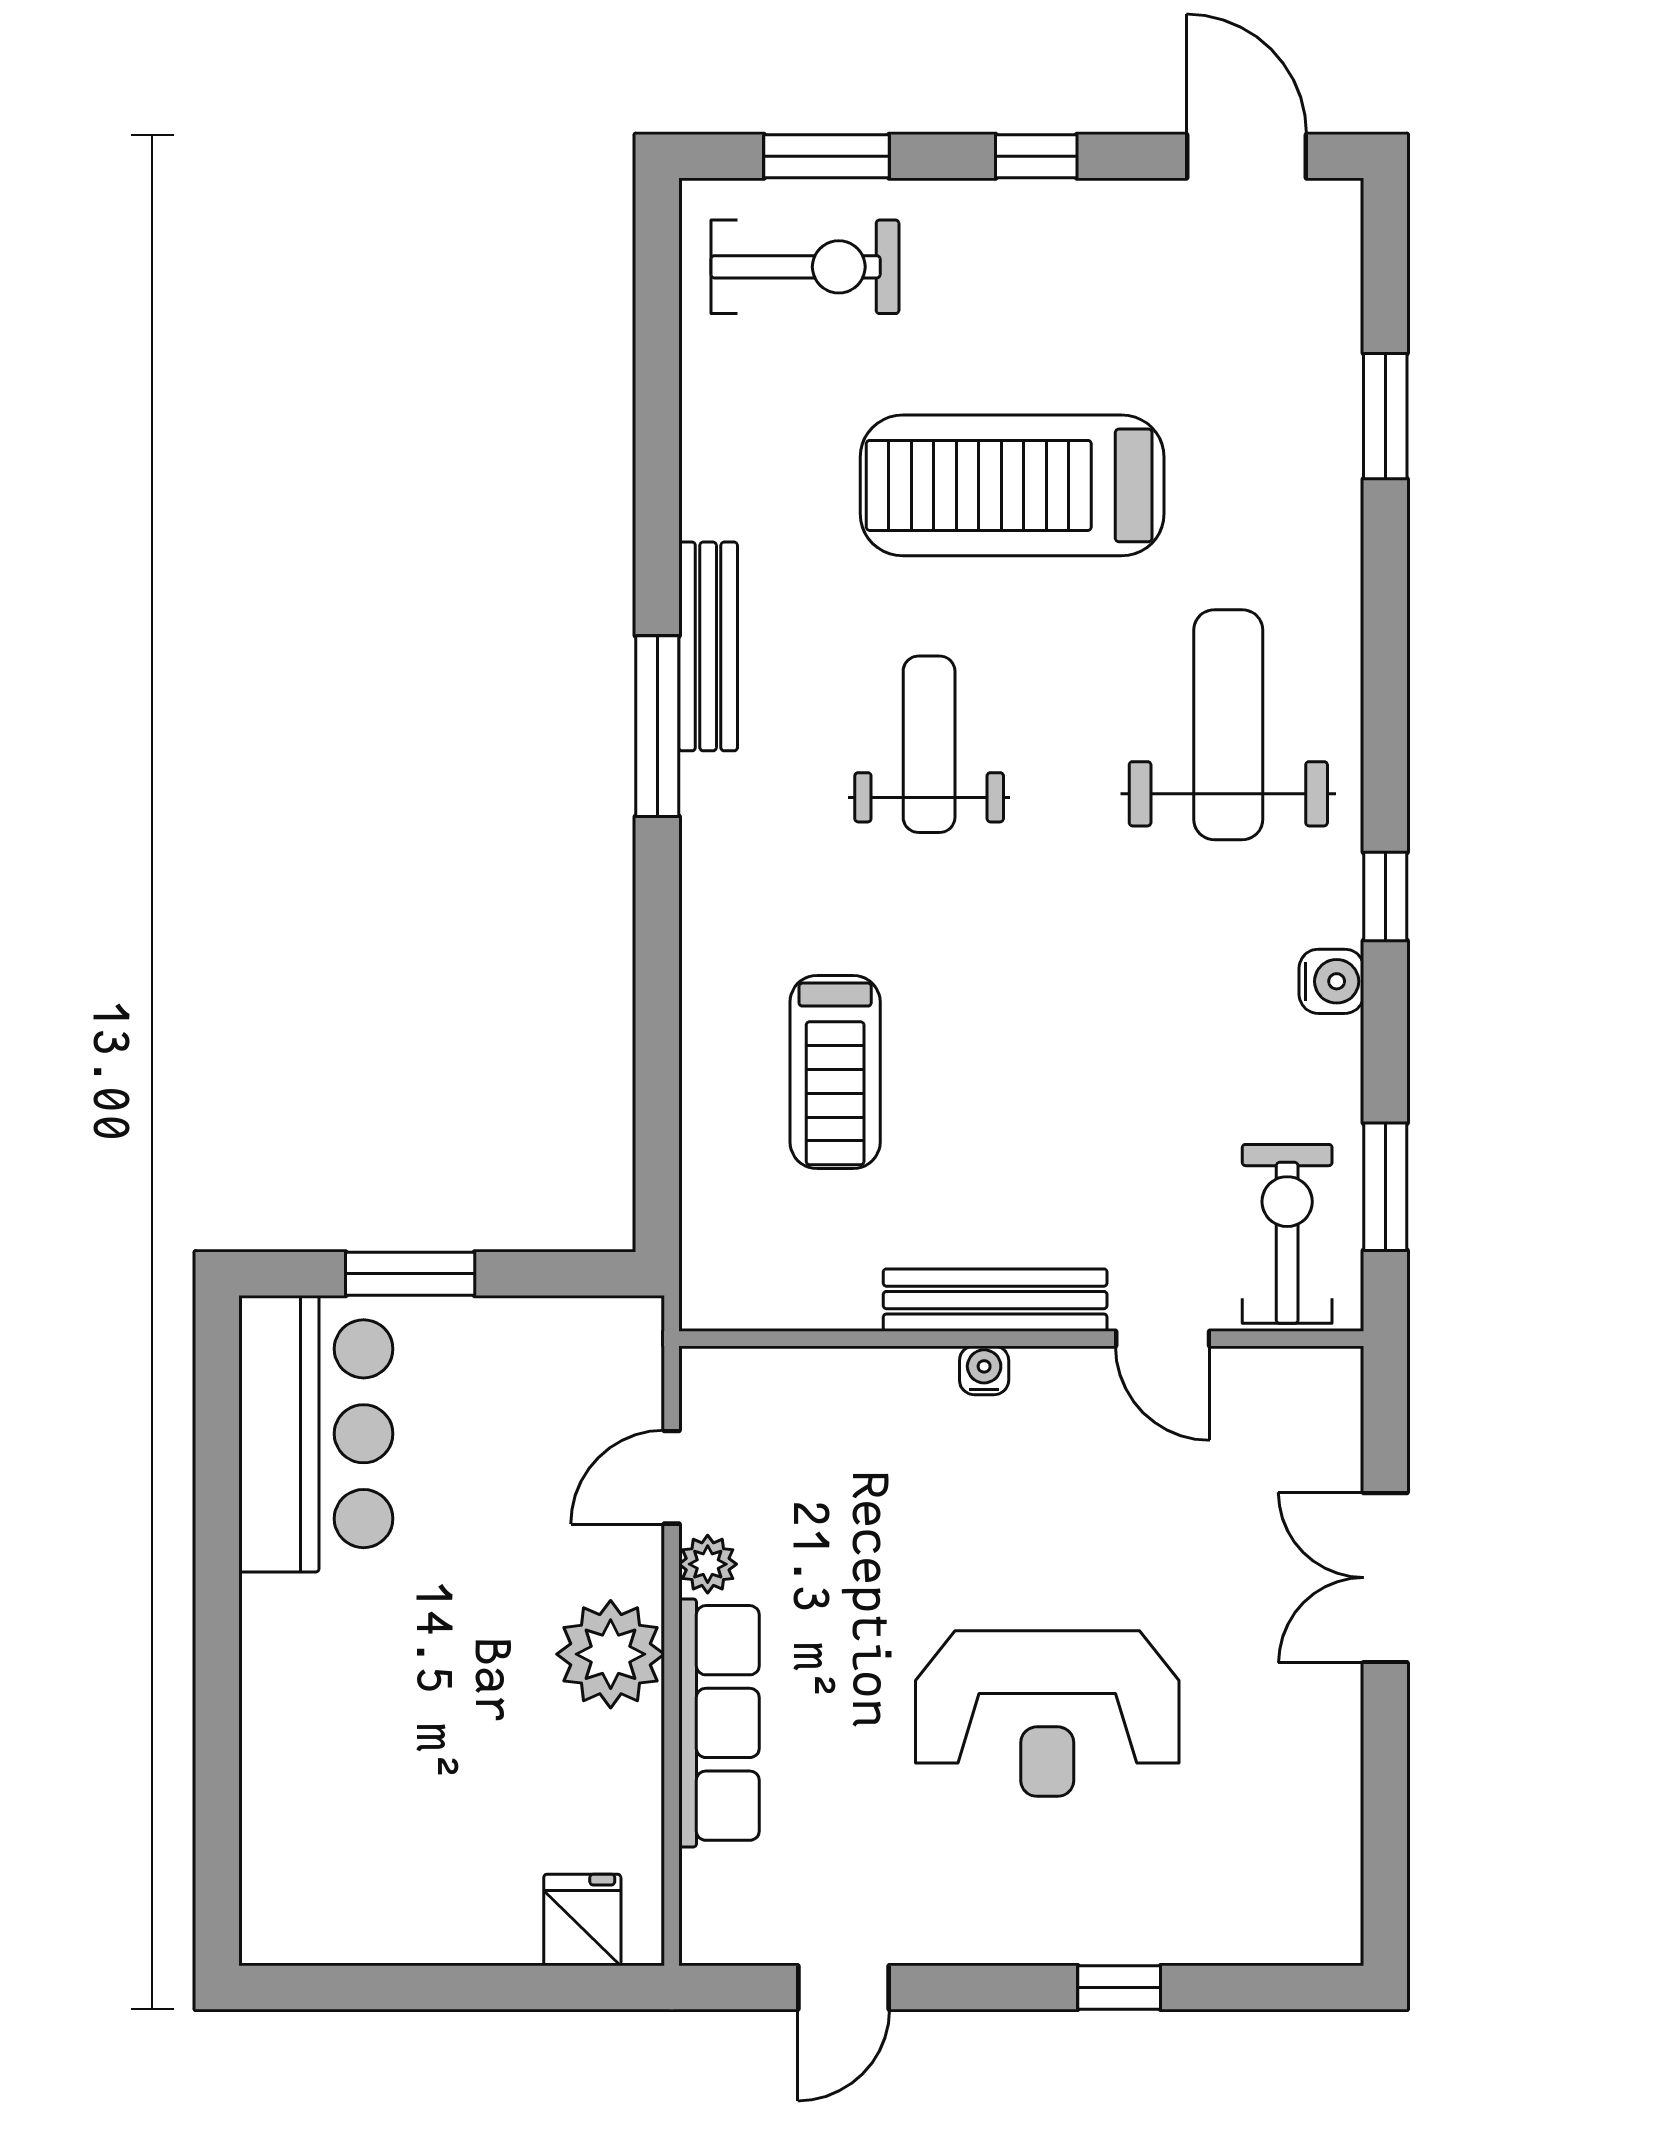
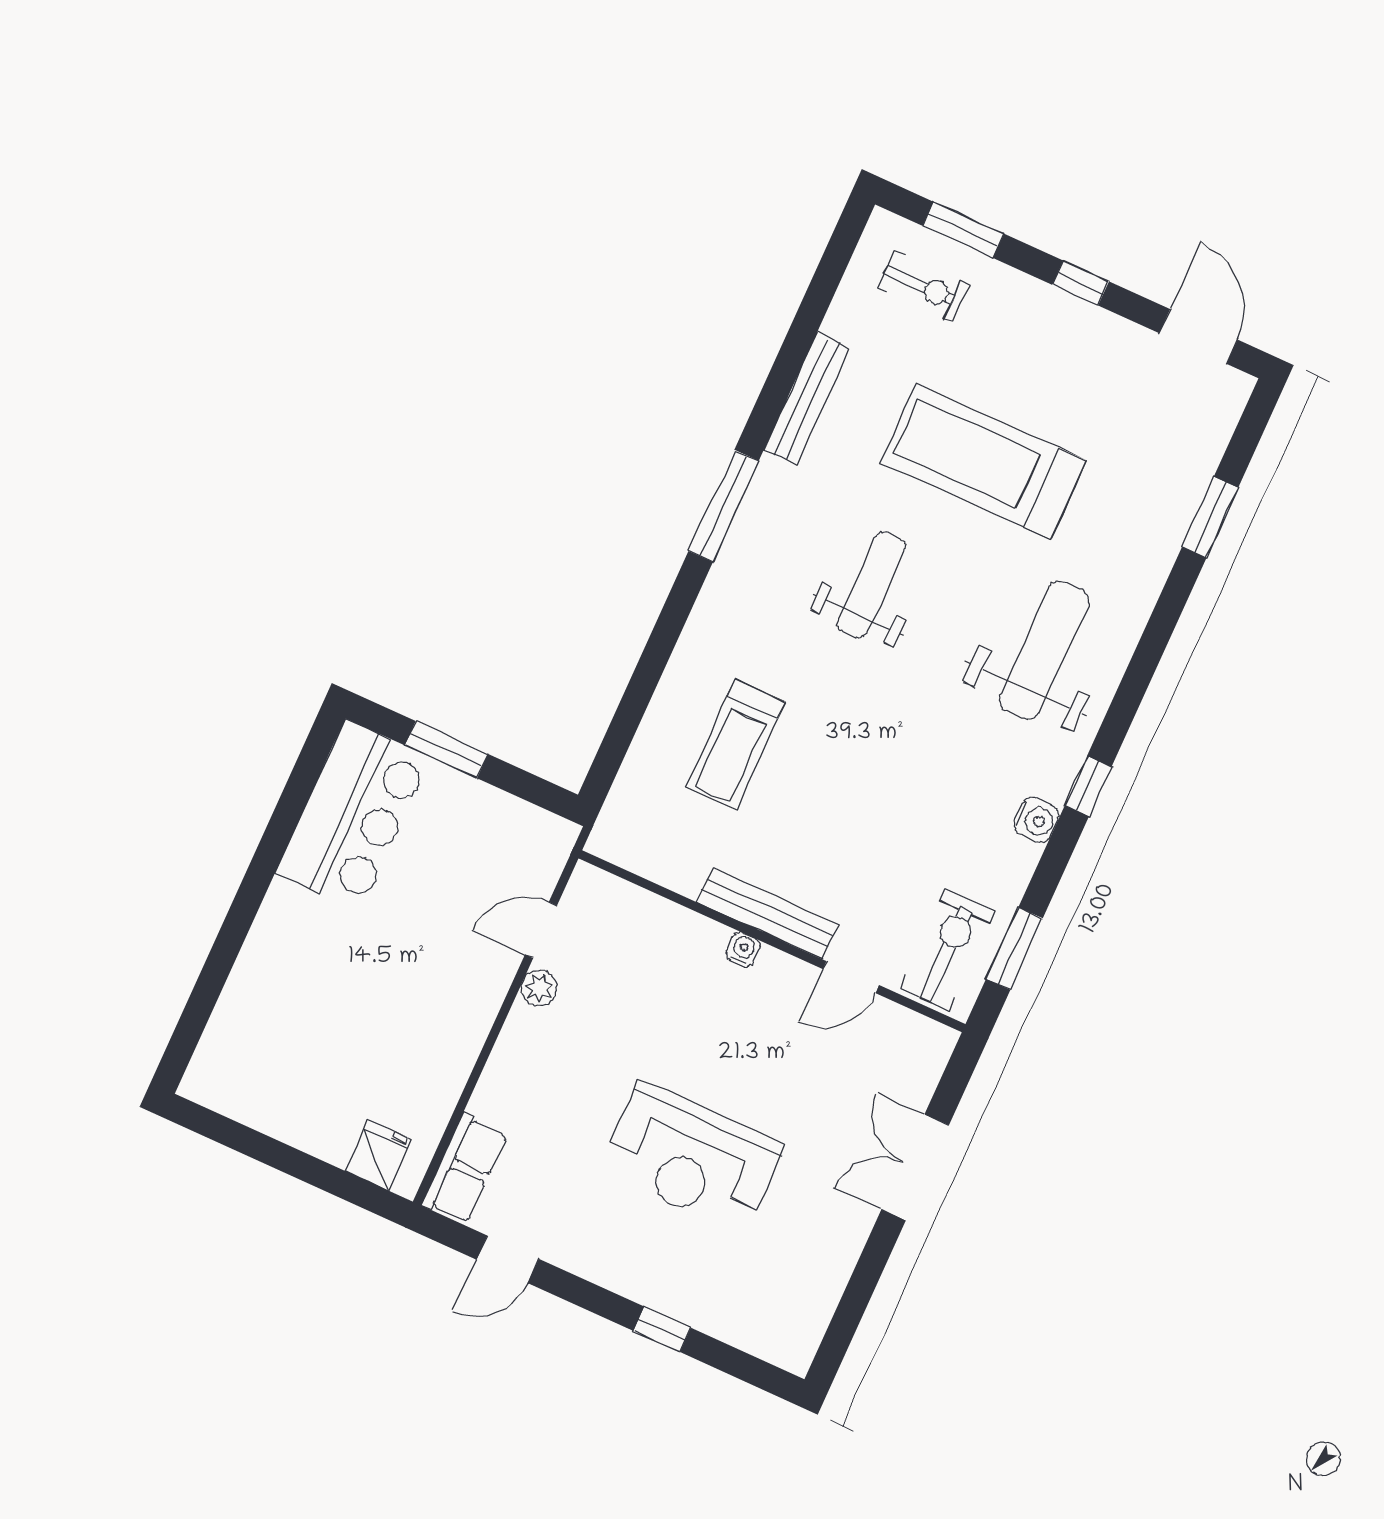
exercise bike: (805, 267) -> (923, 286), width x0.73, depth x0.72
bench: (708, 646) -> (807, 399), moved
door: (1163, 1339) -> (851, 977), hinge flipped
plant: (611, 1654) -> (462, 1014), removed
row of seats: (719, 1723) -> (465, 1169), moved, width x0.68

